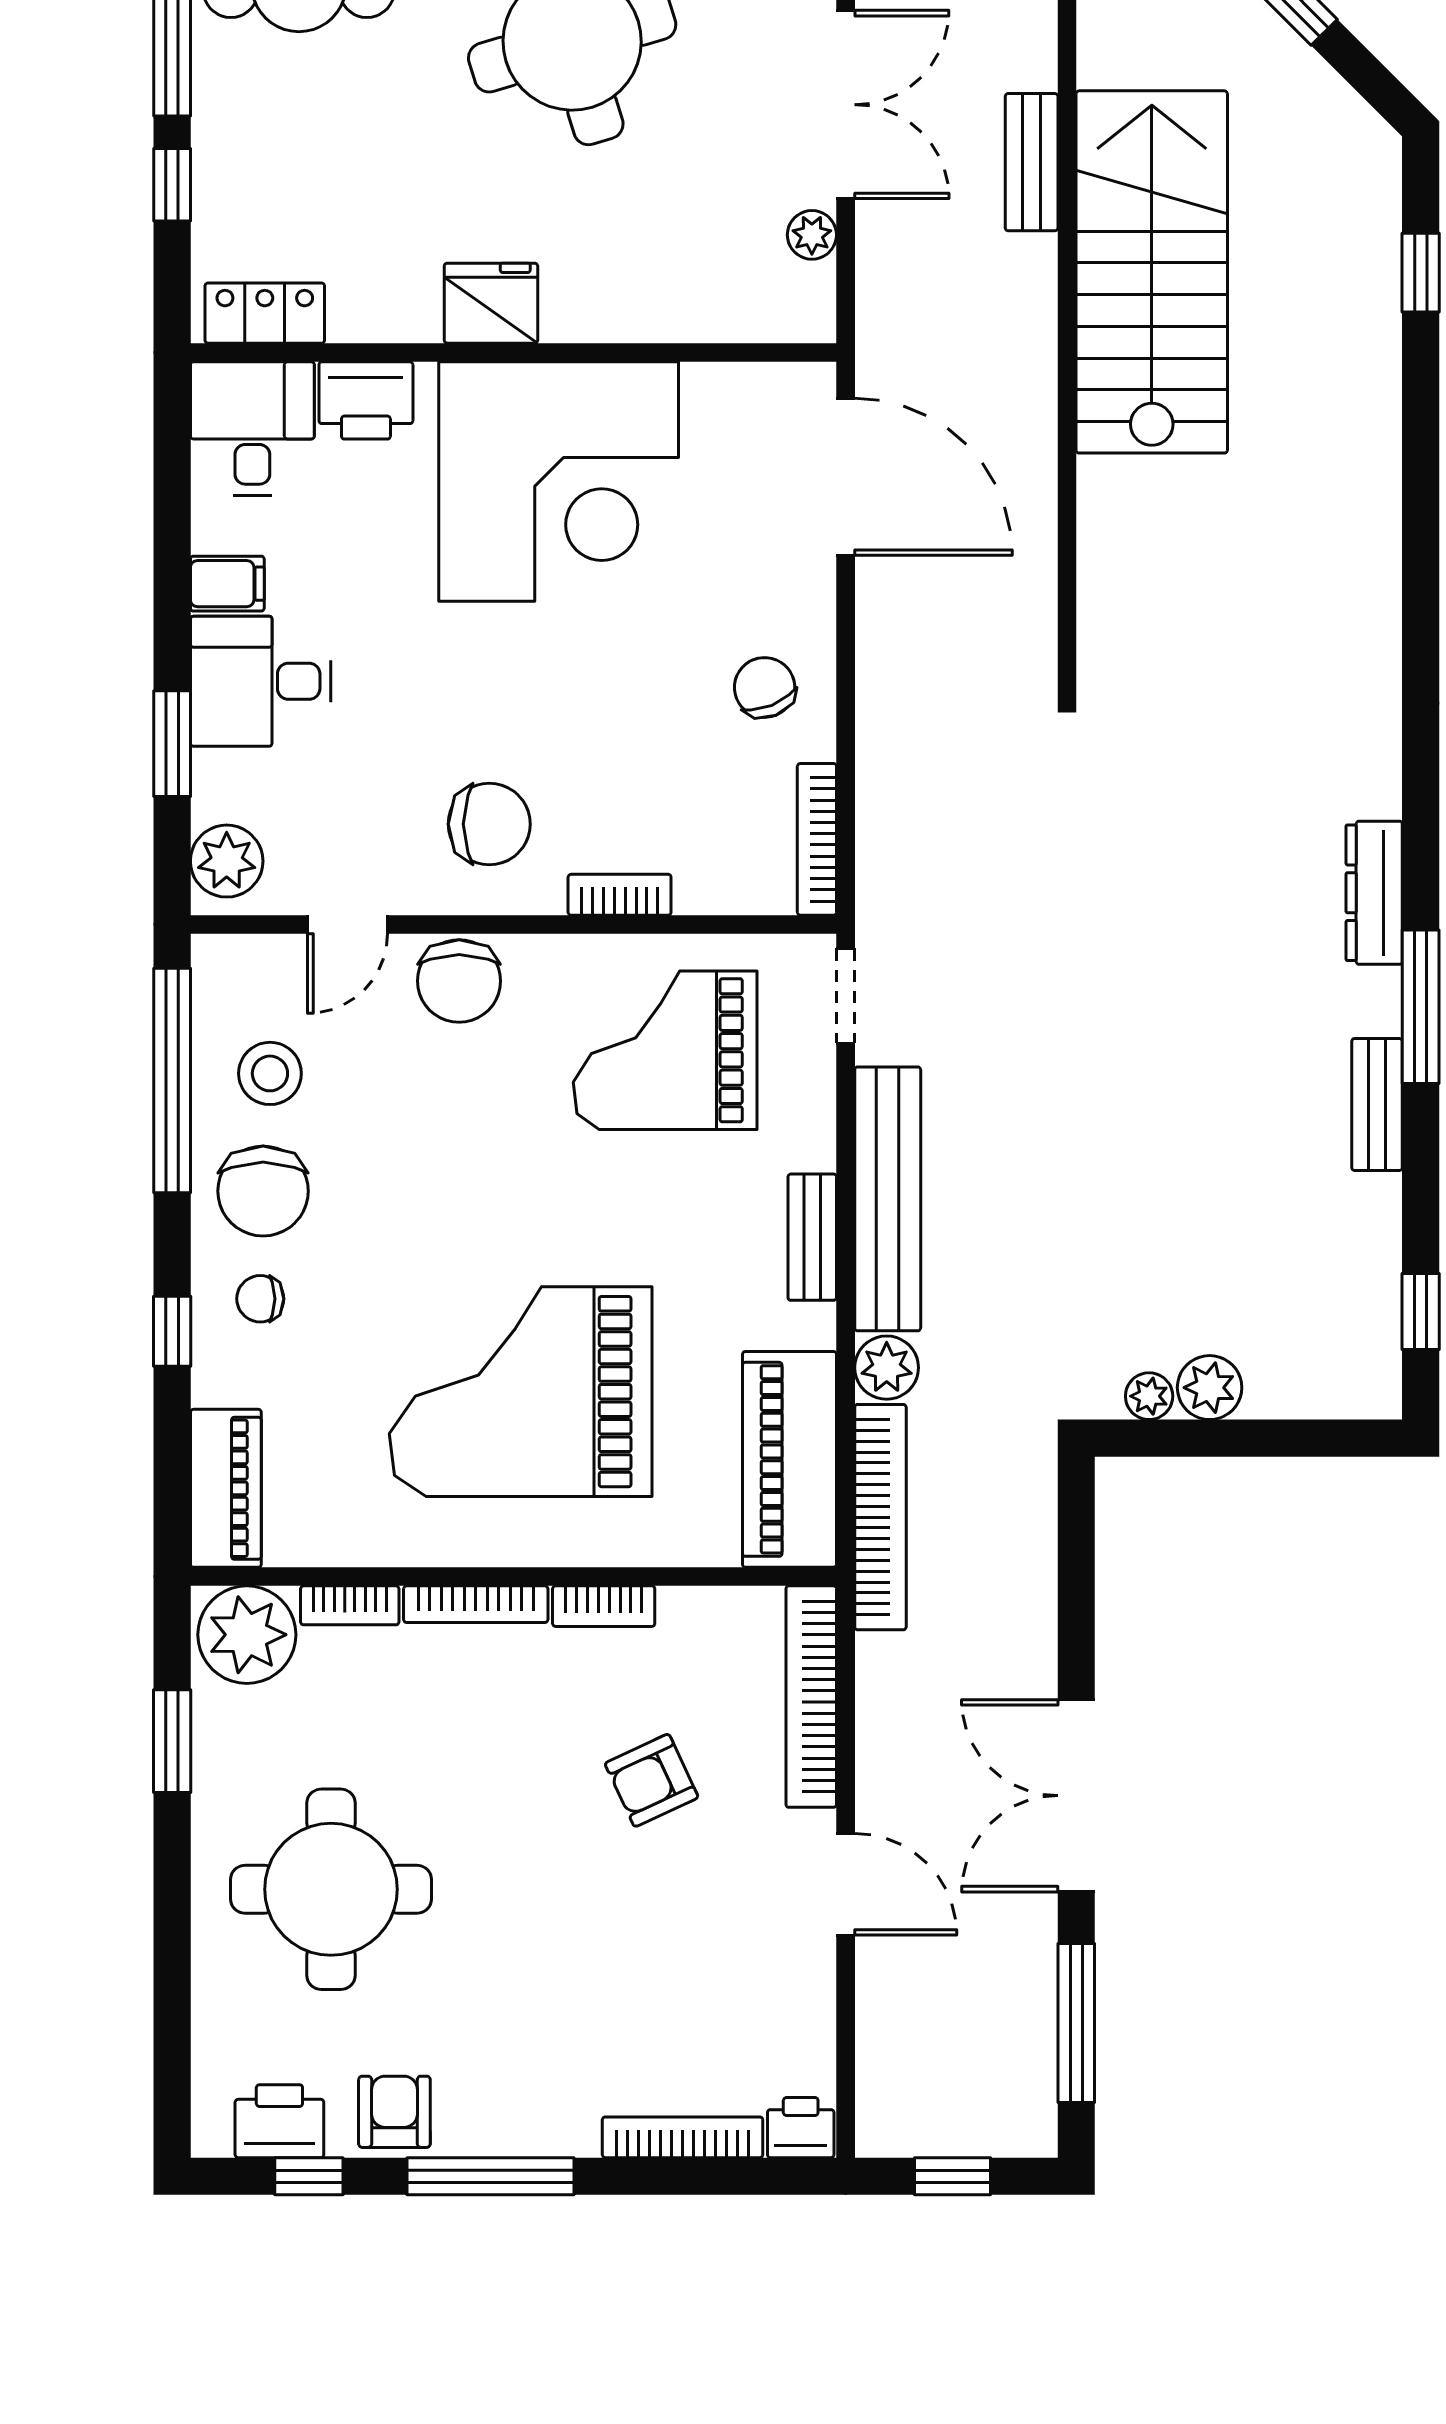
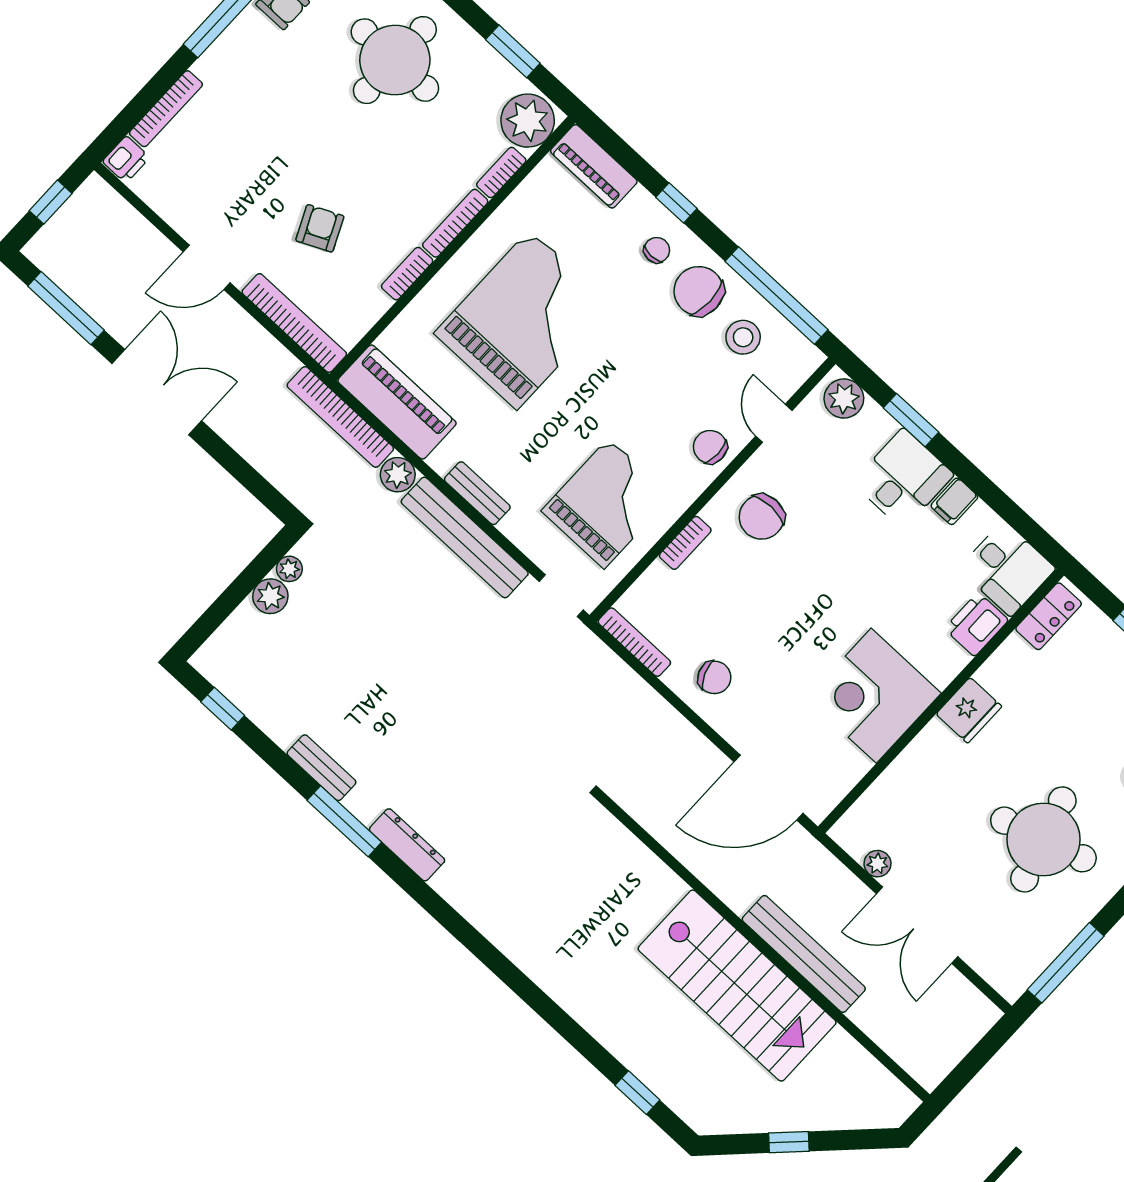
bench: (1032, 162) -> (804, 954), width x1.86, depth x1.21
corner desk: (559, 482) -> (874, 696), width x0.74, depth x0.74
chair: (459, 981) -> (710, 447), width x0.73, depth x0.73

